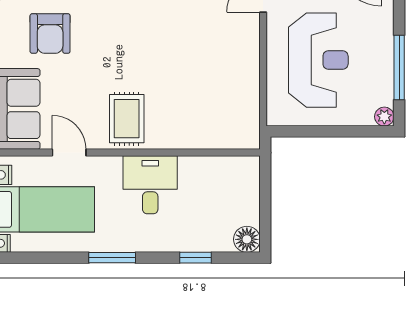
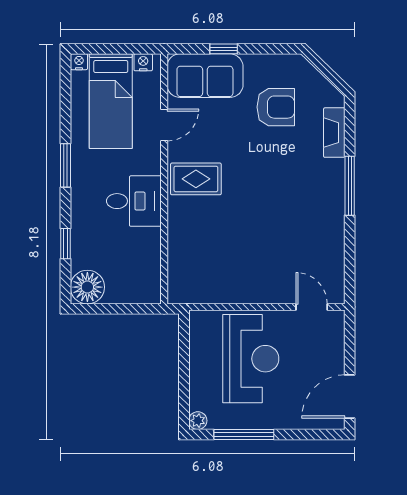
armchair: (50, 33) -> (276, 107), turned 180
reception desk: (318, 60) -> (251, 359), turned -90
floor lamp: (247, 239) -> (87, 287), width x1.38, depth x1.38

